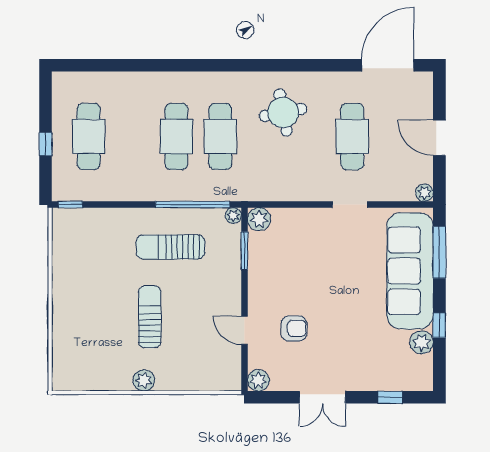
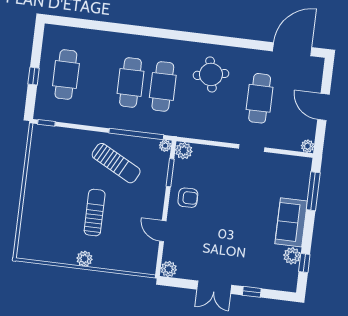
sun lounger: (170, 247) -> (116, 163), turned -152
sofa: (410, 271) -> (291, 222), width x0.54, depth x0.79
window: (439, 325) -> (304, 263), moved
armchair: (294, 328) -> (188, 198), moved
window: (390, 397) -> (252, 292), moved

